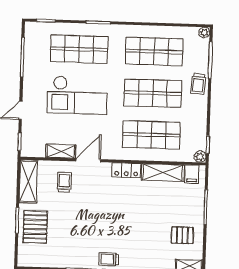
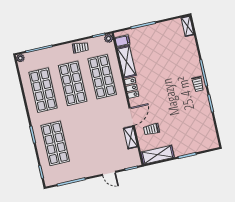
trolley: (198, 84) -> (80, 48), moved
checkout: (77, 95) -> (88, 136), removed
door: (88, 160) -> (132, 117), swing flipped
pallet: (35, 227) -> (188, 142), removed
pallet: (182, 235) -> (167, 36), removed

